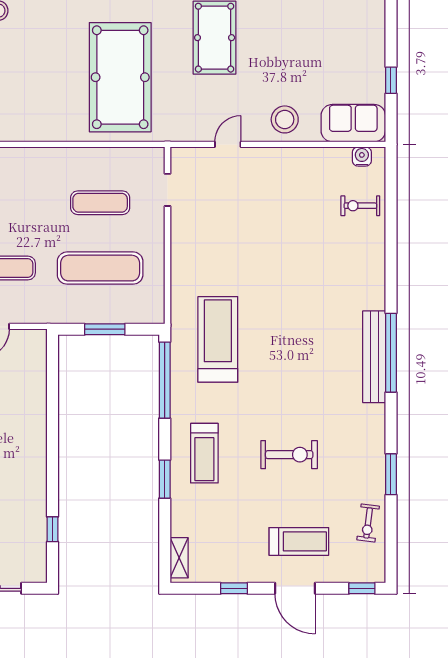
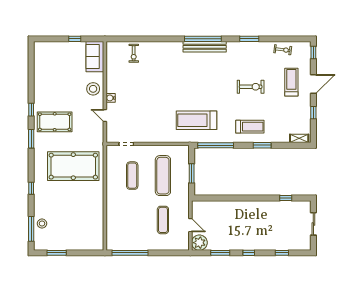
water cooler: (362, 156) -> (111, 98), moved
exercise bike: (289, 455) -> (251, 87), turned 90
window: (391, 474) -> (249, 39), moved

